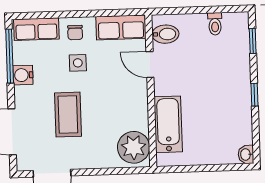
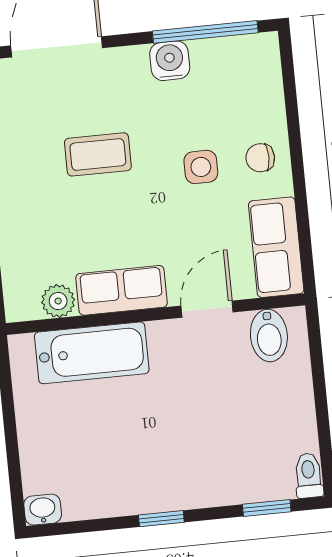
toilet: (215, 24) -> (309, 476), moved, turned 90
row of seats: (36, 29) -> (122, 290), moved, turned 90
coffee table: (68, 115) -> (98, 154), width x0.73, depth x0.77
plant: (134, 147) -> (58, 301), width x0.53, depth x0.53

